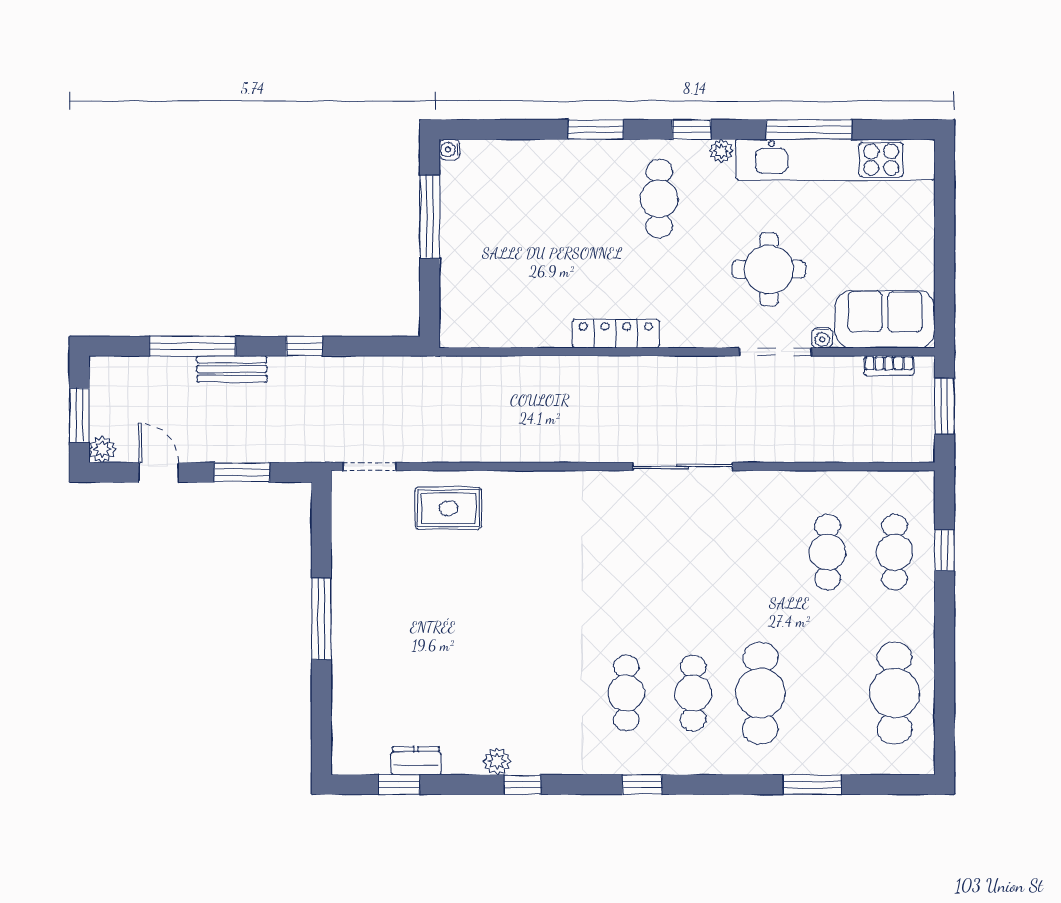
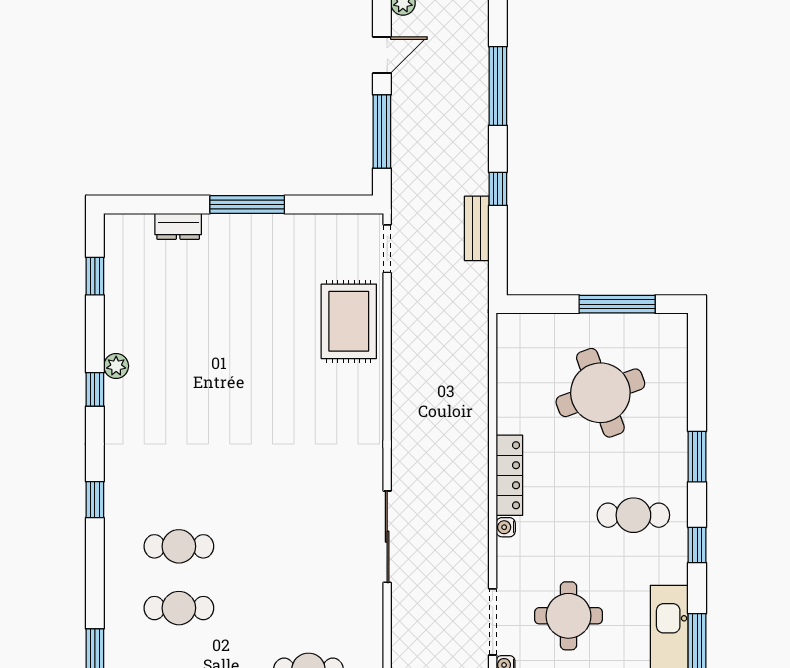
water cooler: (450, 150) -> (506, 527), moved, turned -90
plant: (721, 151) -> (677, 572), removed
round table: (526, 235) -> (600, 393), added
bench: (232, 369) -> (477, 228), moved
window: (242, 472) -> (382, 131), width x1.44
rug: (448, 508) -> (349, 321), width x1.36, depth x1.43
cafe table: (626, 693) -> (179, 485), removed
cafe table: (760, 693) -> (179, 608), width x0.73, depth x0.74
dresser: (416, 761) -> (178, 226), moved, turned 90

